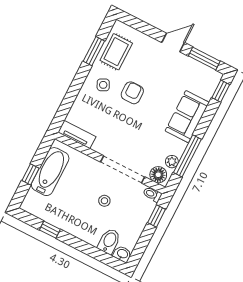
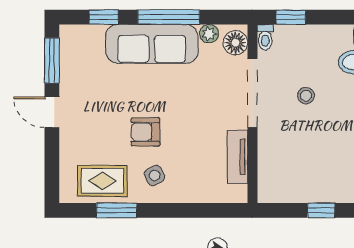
window: (221, 91) -> (104, 17), moved
sofa: (187, 117) -> (152, 44), width x1.36
tv unit: (77, 134) -> (237, 157), moved
window: (187, 156) -> (169, 17), moved
bathtub: (50, 172) -> (304, 187), removed

